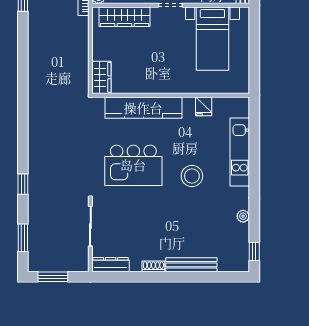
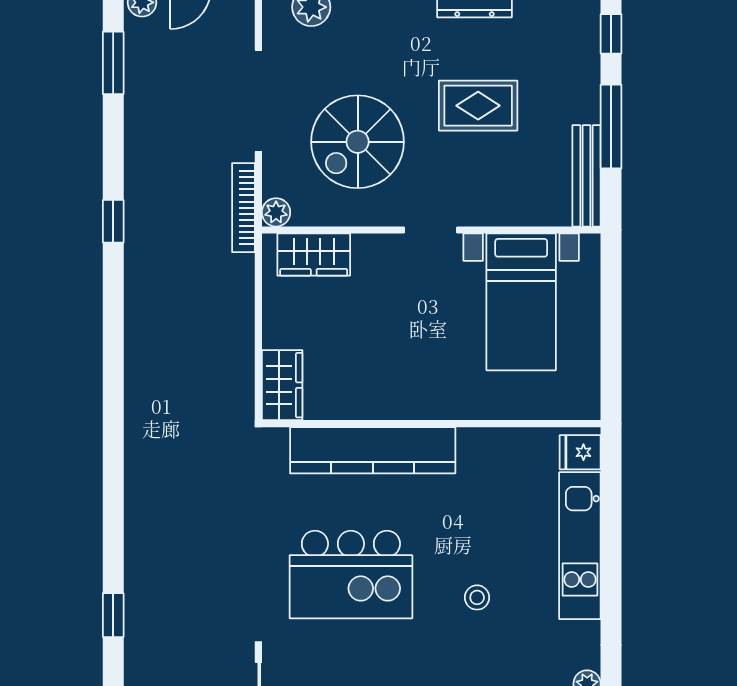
wardrobe: (125, 17) -> (314, 255), width x0.67
fridge: (204, 106) -> (580, 452), moved, turned 90
stool: (192, 176) -> (477, 597), width x0.53, depth x0.53

